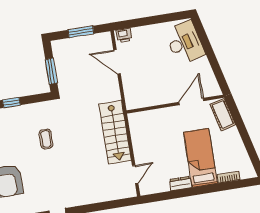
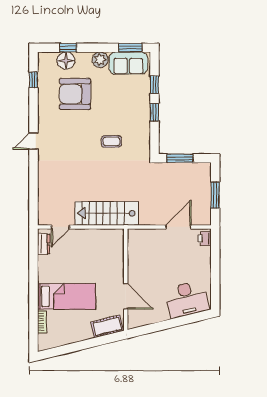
door: (135, 174) -> (60, 227), hinge flipped
dresser: (180, 184) -> (44, 244), moved

